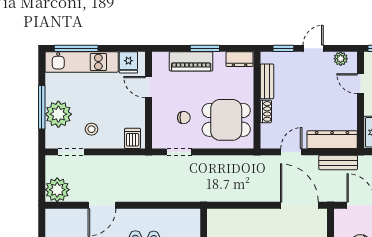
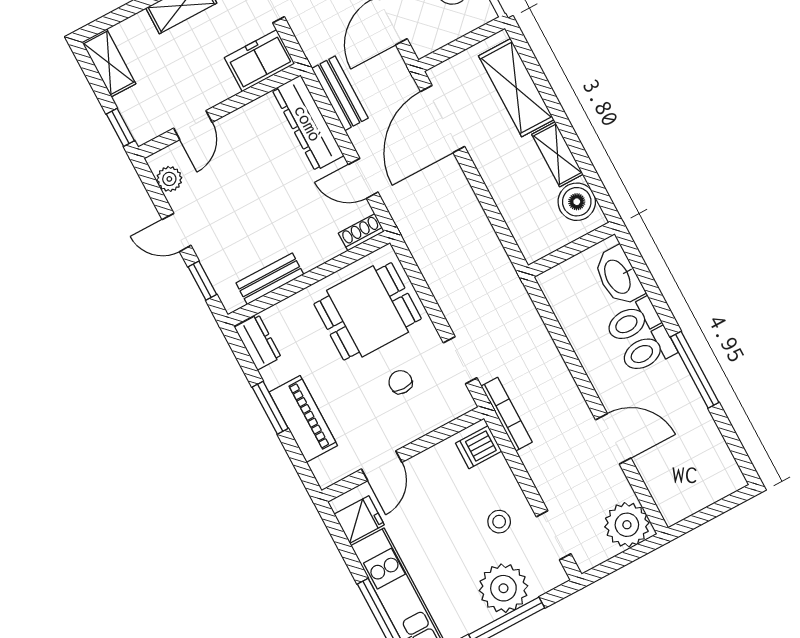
shoe rack: (266, 111) -> (361, 232), moved
dining table: (226, 120) -> (368, 311), turned 90
bookcase: (141, 160) -> (507, 414), added

